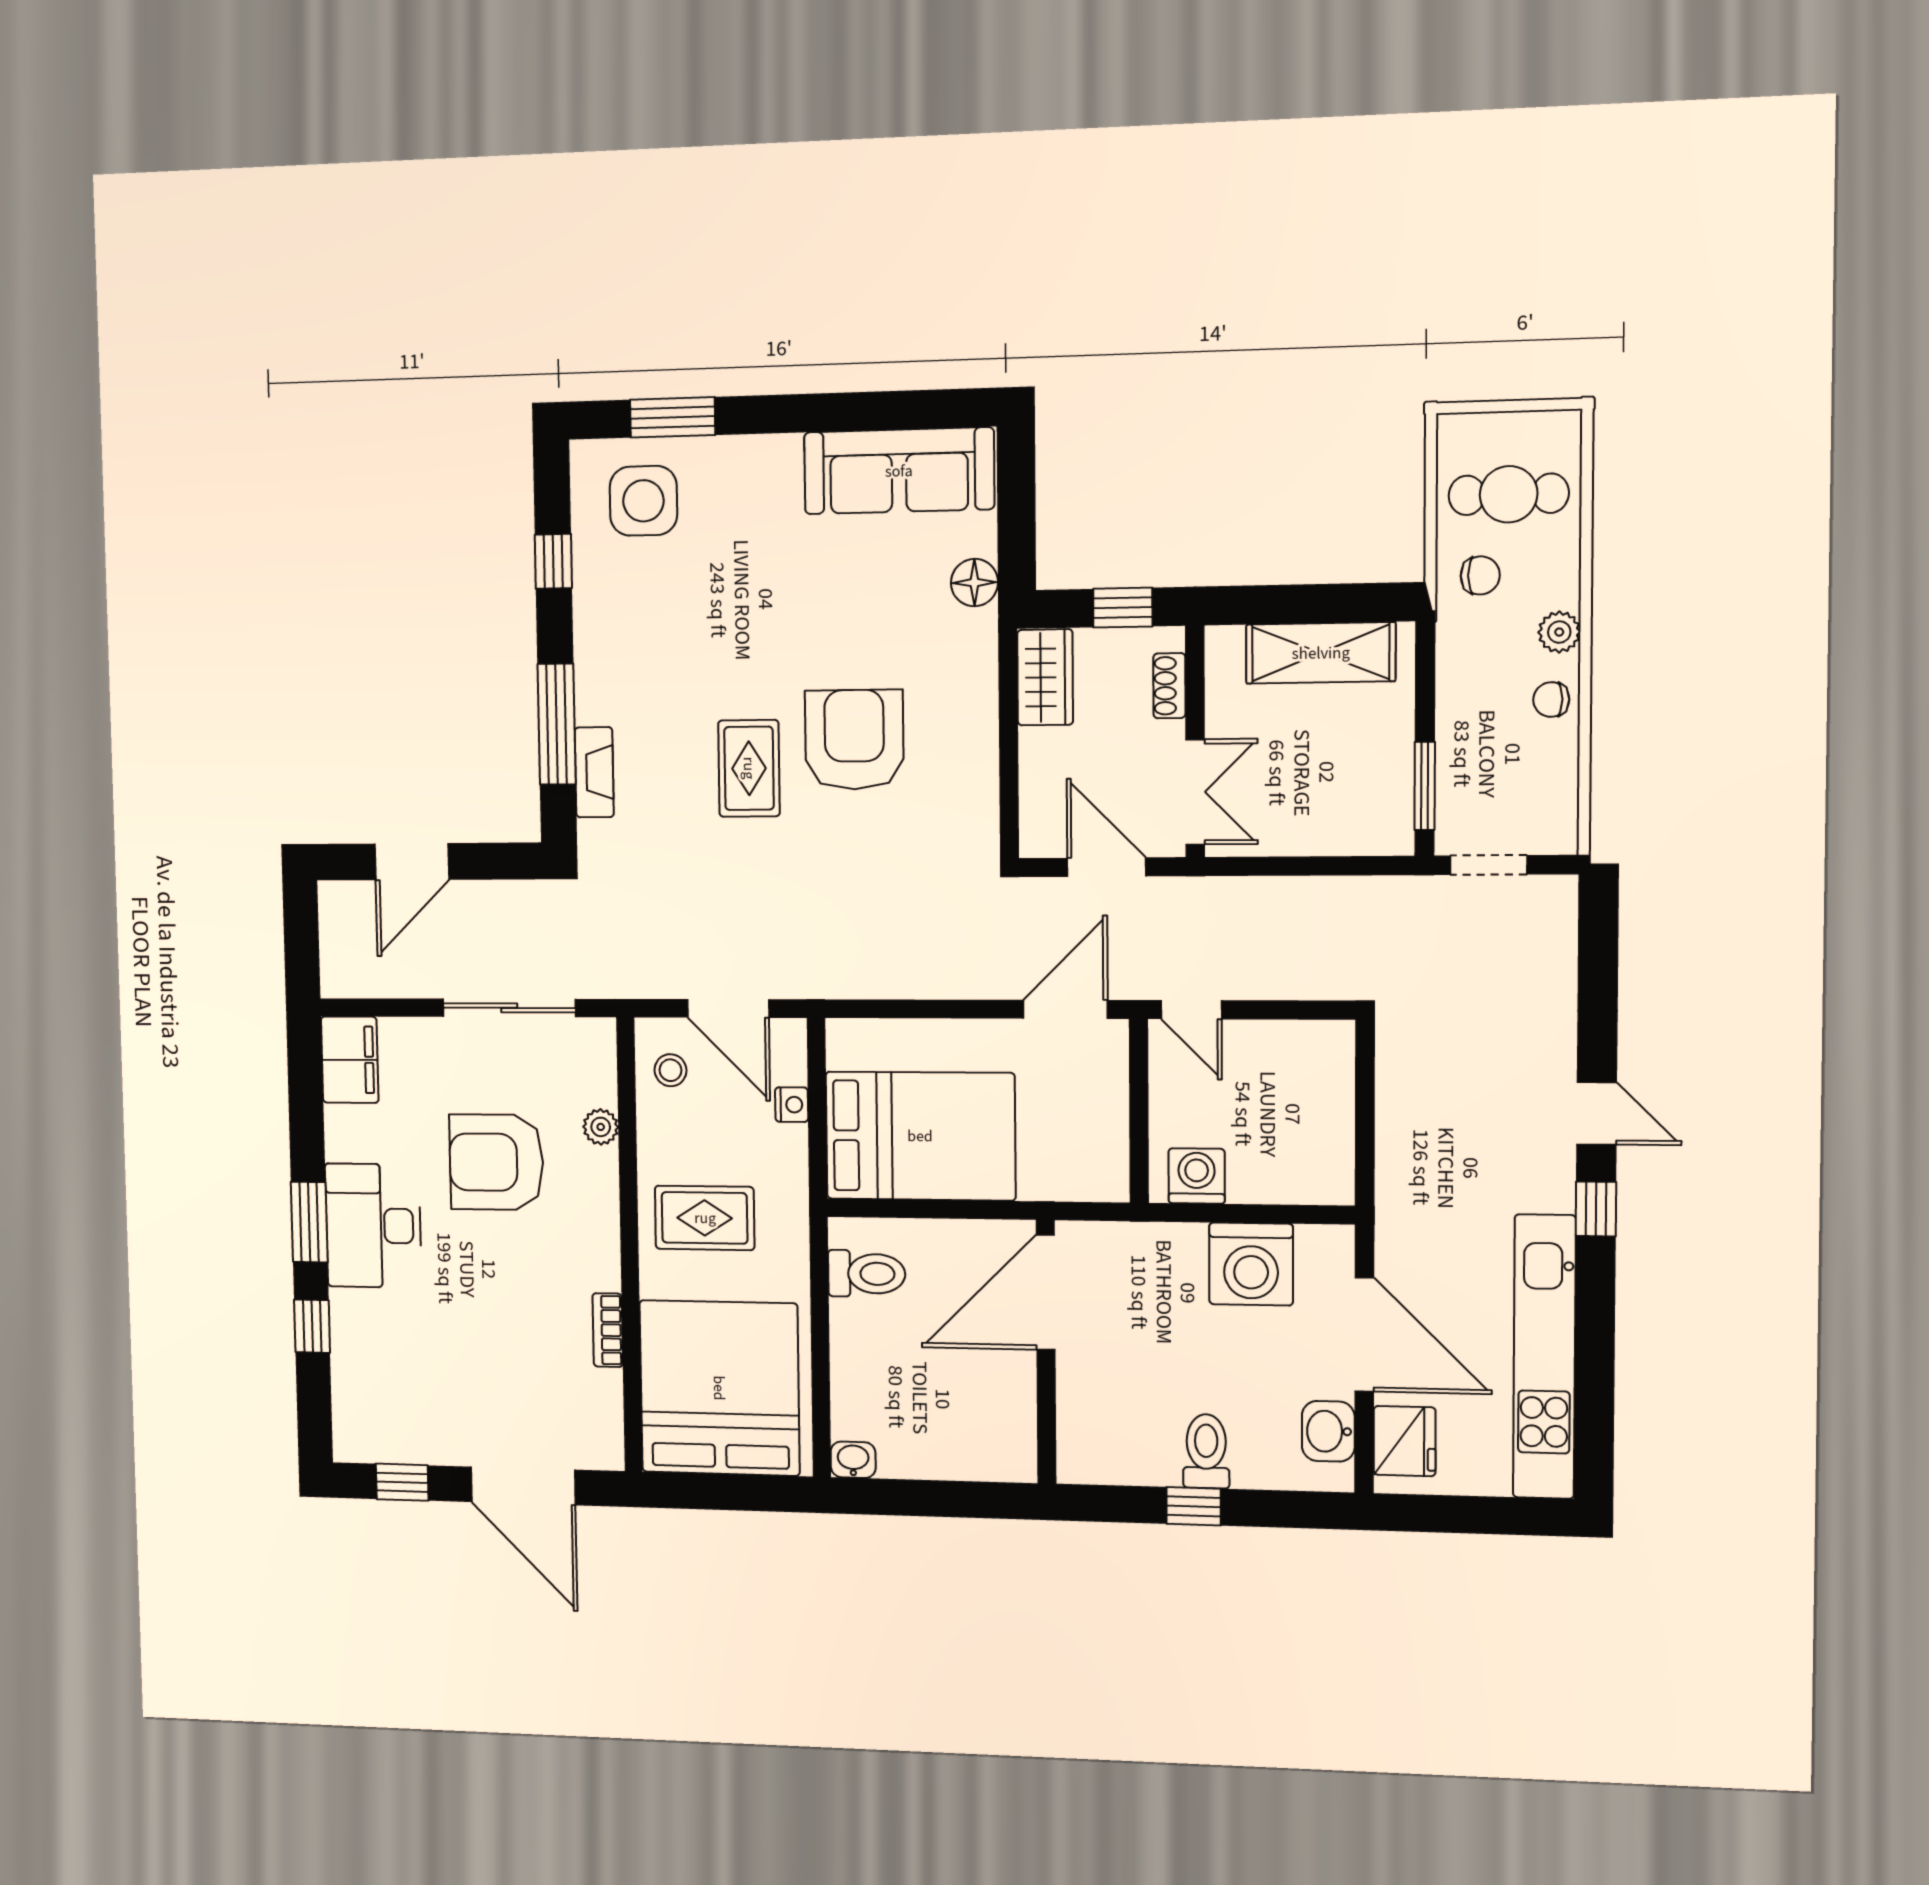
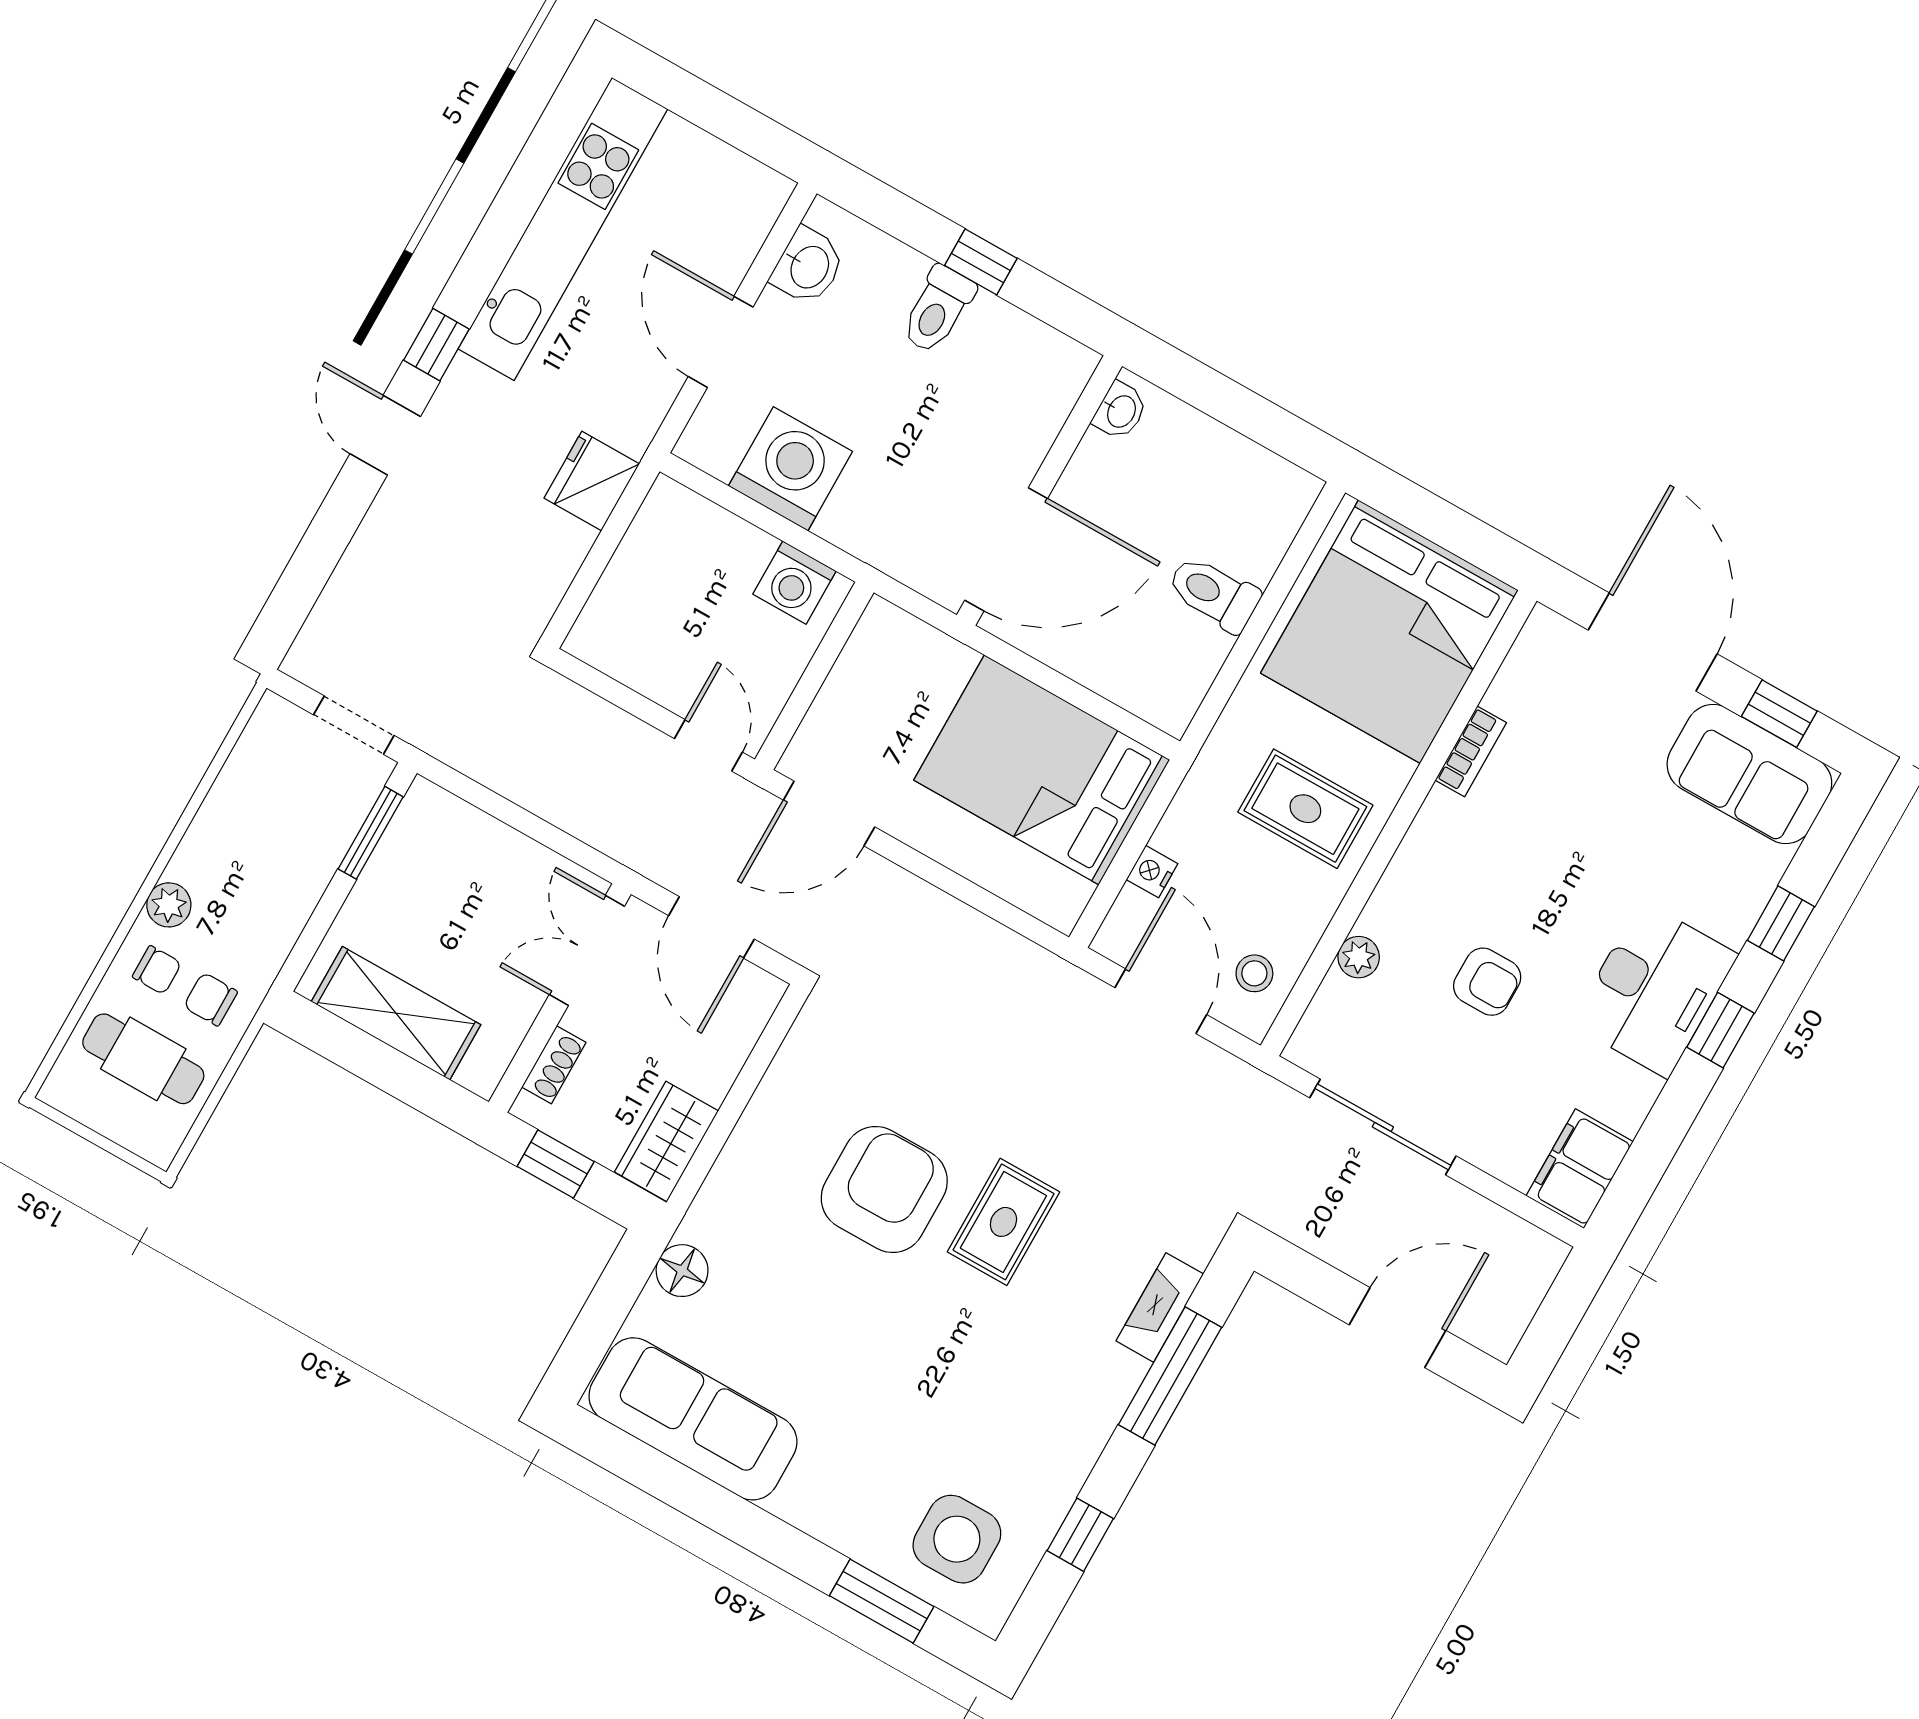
chair: (1551, 700) -> (157, 970), moved
armchair: (854, 740) -> (884, 1190), turned 180
armchair: (496, 1162) -> (1487, 982), width x0.53, depth x0.53
window: (309, 1222) -> (1720, 1030), width x0.67
toilet: (867, 1274) -> (1214, 593), moved
door: (1364, 1335) -> (721, 342), width x0.73
sofa: (398, 1425) -> (1749, 774), added
fridge: (1405, 1441) -> (592, 481), moved
washbasin: (853, 1460) -> (1120, 411), moved, turned -90

